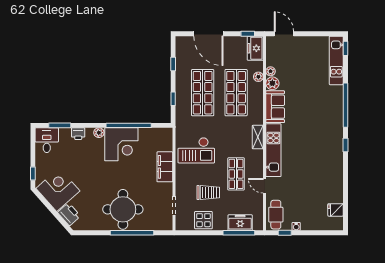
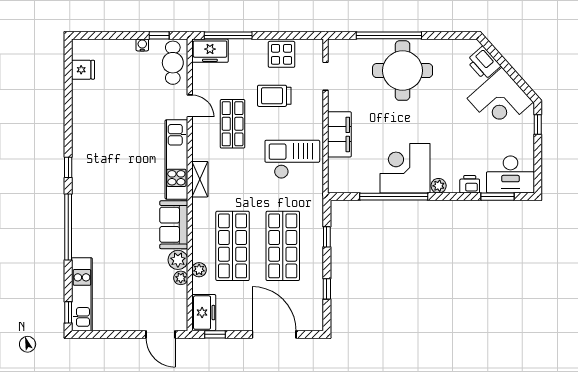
desk: (47, 140) -> (510, 174), width x1.37
freezer: (240, 223) -> (210, 51), moved

